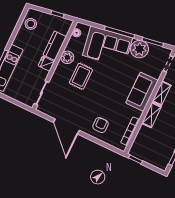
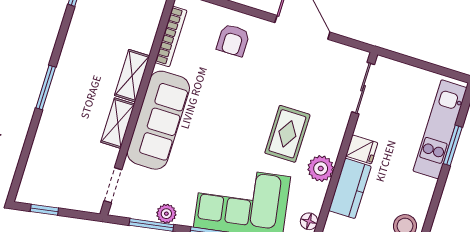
plant: (139, 49) -> (166, 214), width x0.53, depth x0.53
sofa: (142, 92) -> (158, 120), width x1.36

